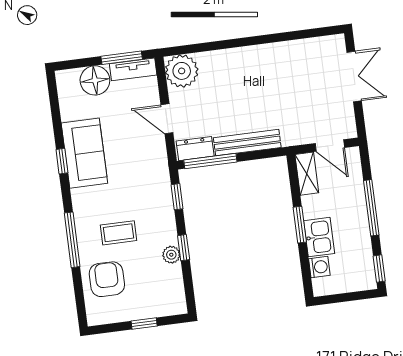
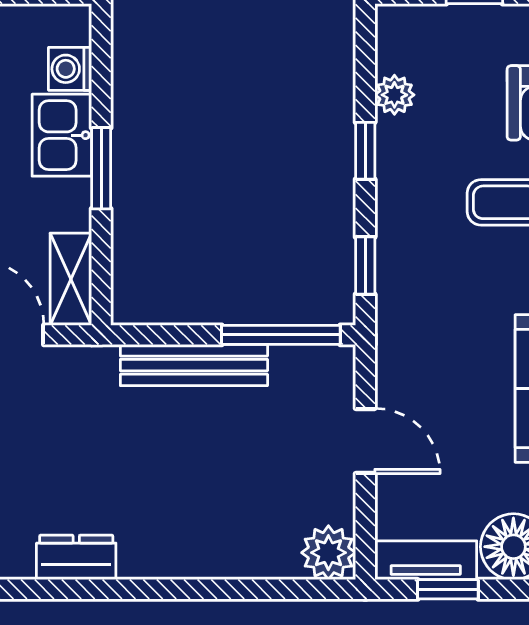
window: (122, 58) -> (448, 589), width x0.67
plant: (182, 71) -> (328, 553), width x0.73, depth x0.73
dresser: (195, 149) -> (76, 557), moved, turned 180
plant: (171, 255) -> (394, 95), moved

